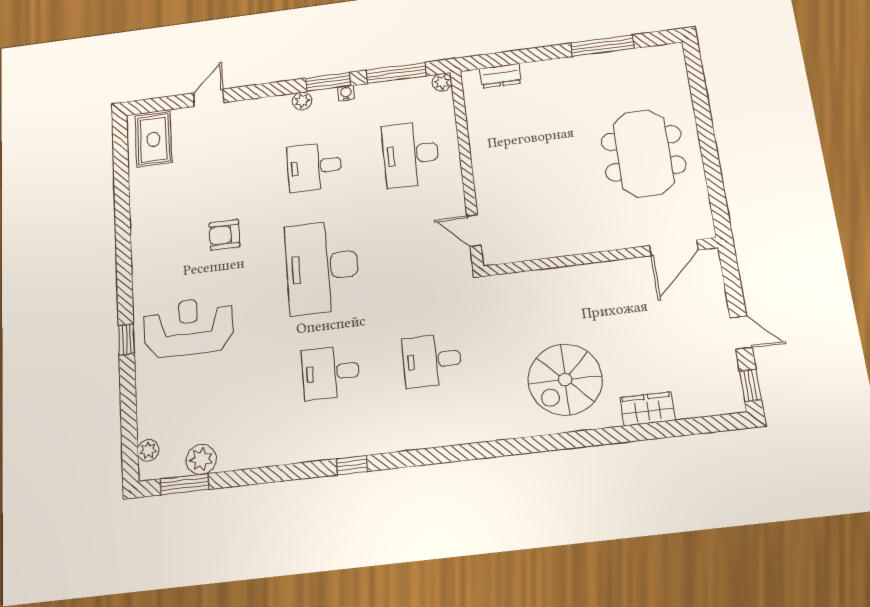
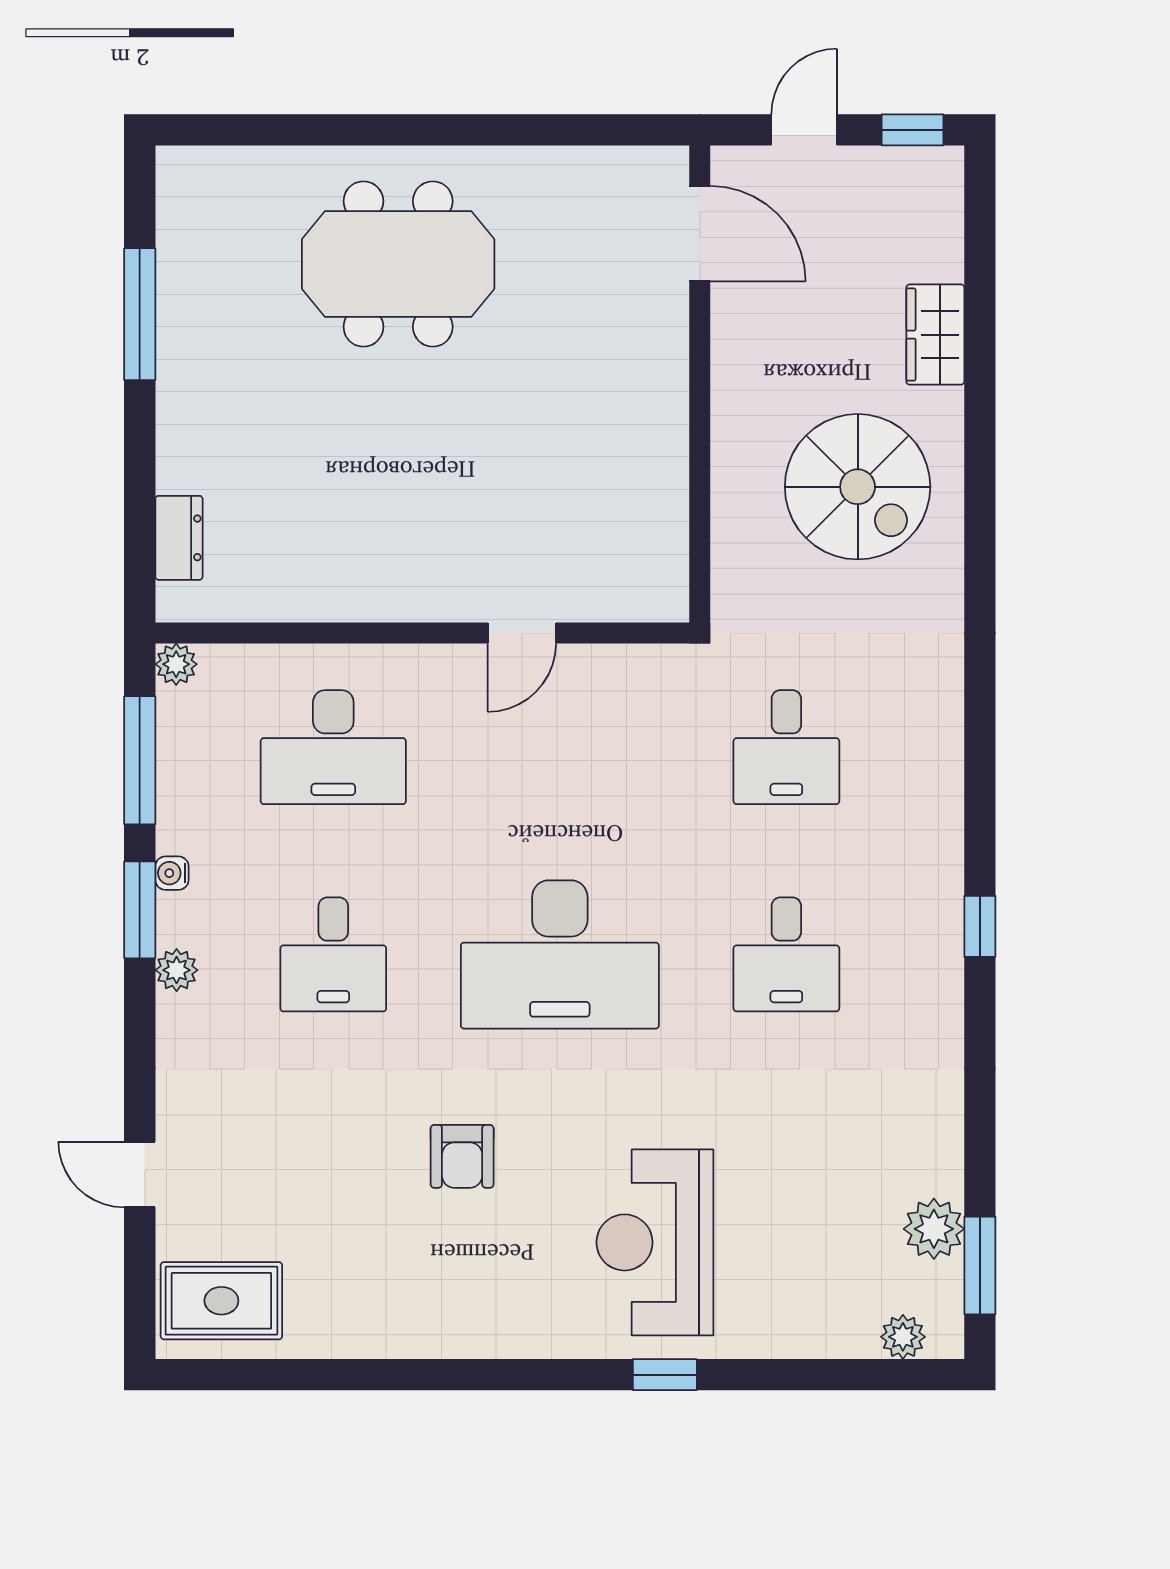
door: (674, 248) -> (700, 234), moved
wall: (600, 257) -> (700, 384), moved

